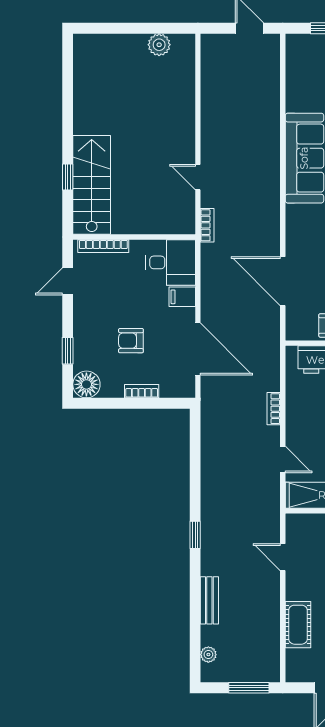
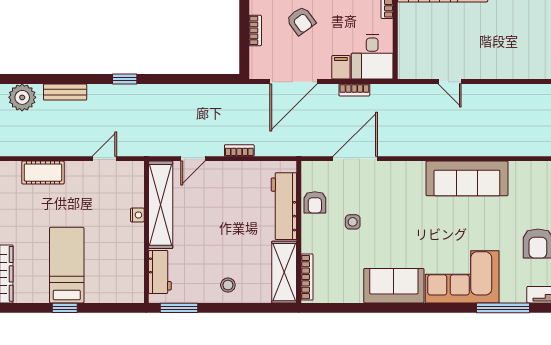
door: (198, 177) -> (450, 82), swing flipped
bookcase: (207, 225) -> (354, 90), moved
armchair: (131, 341) -> (301, 21), turned 144
plant: (208, 655) -> (22, 97), width x1.87, depth x1.87

